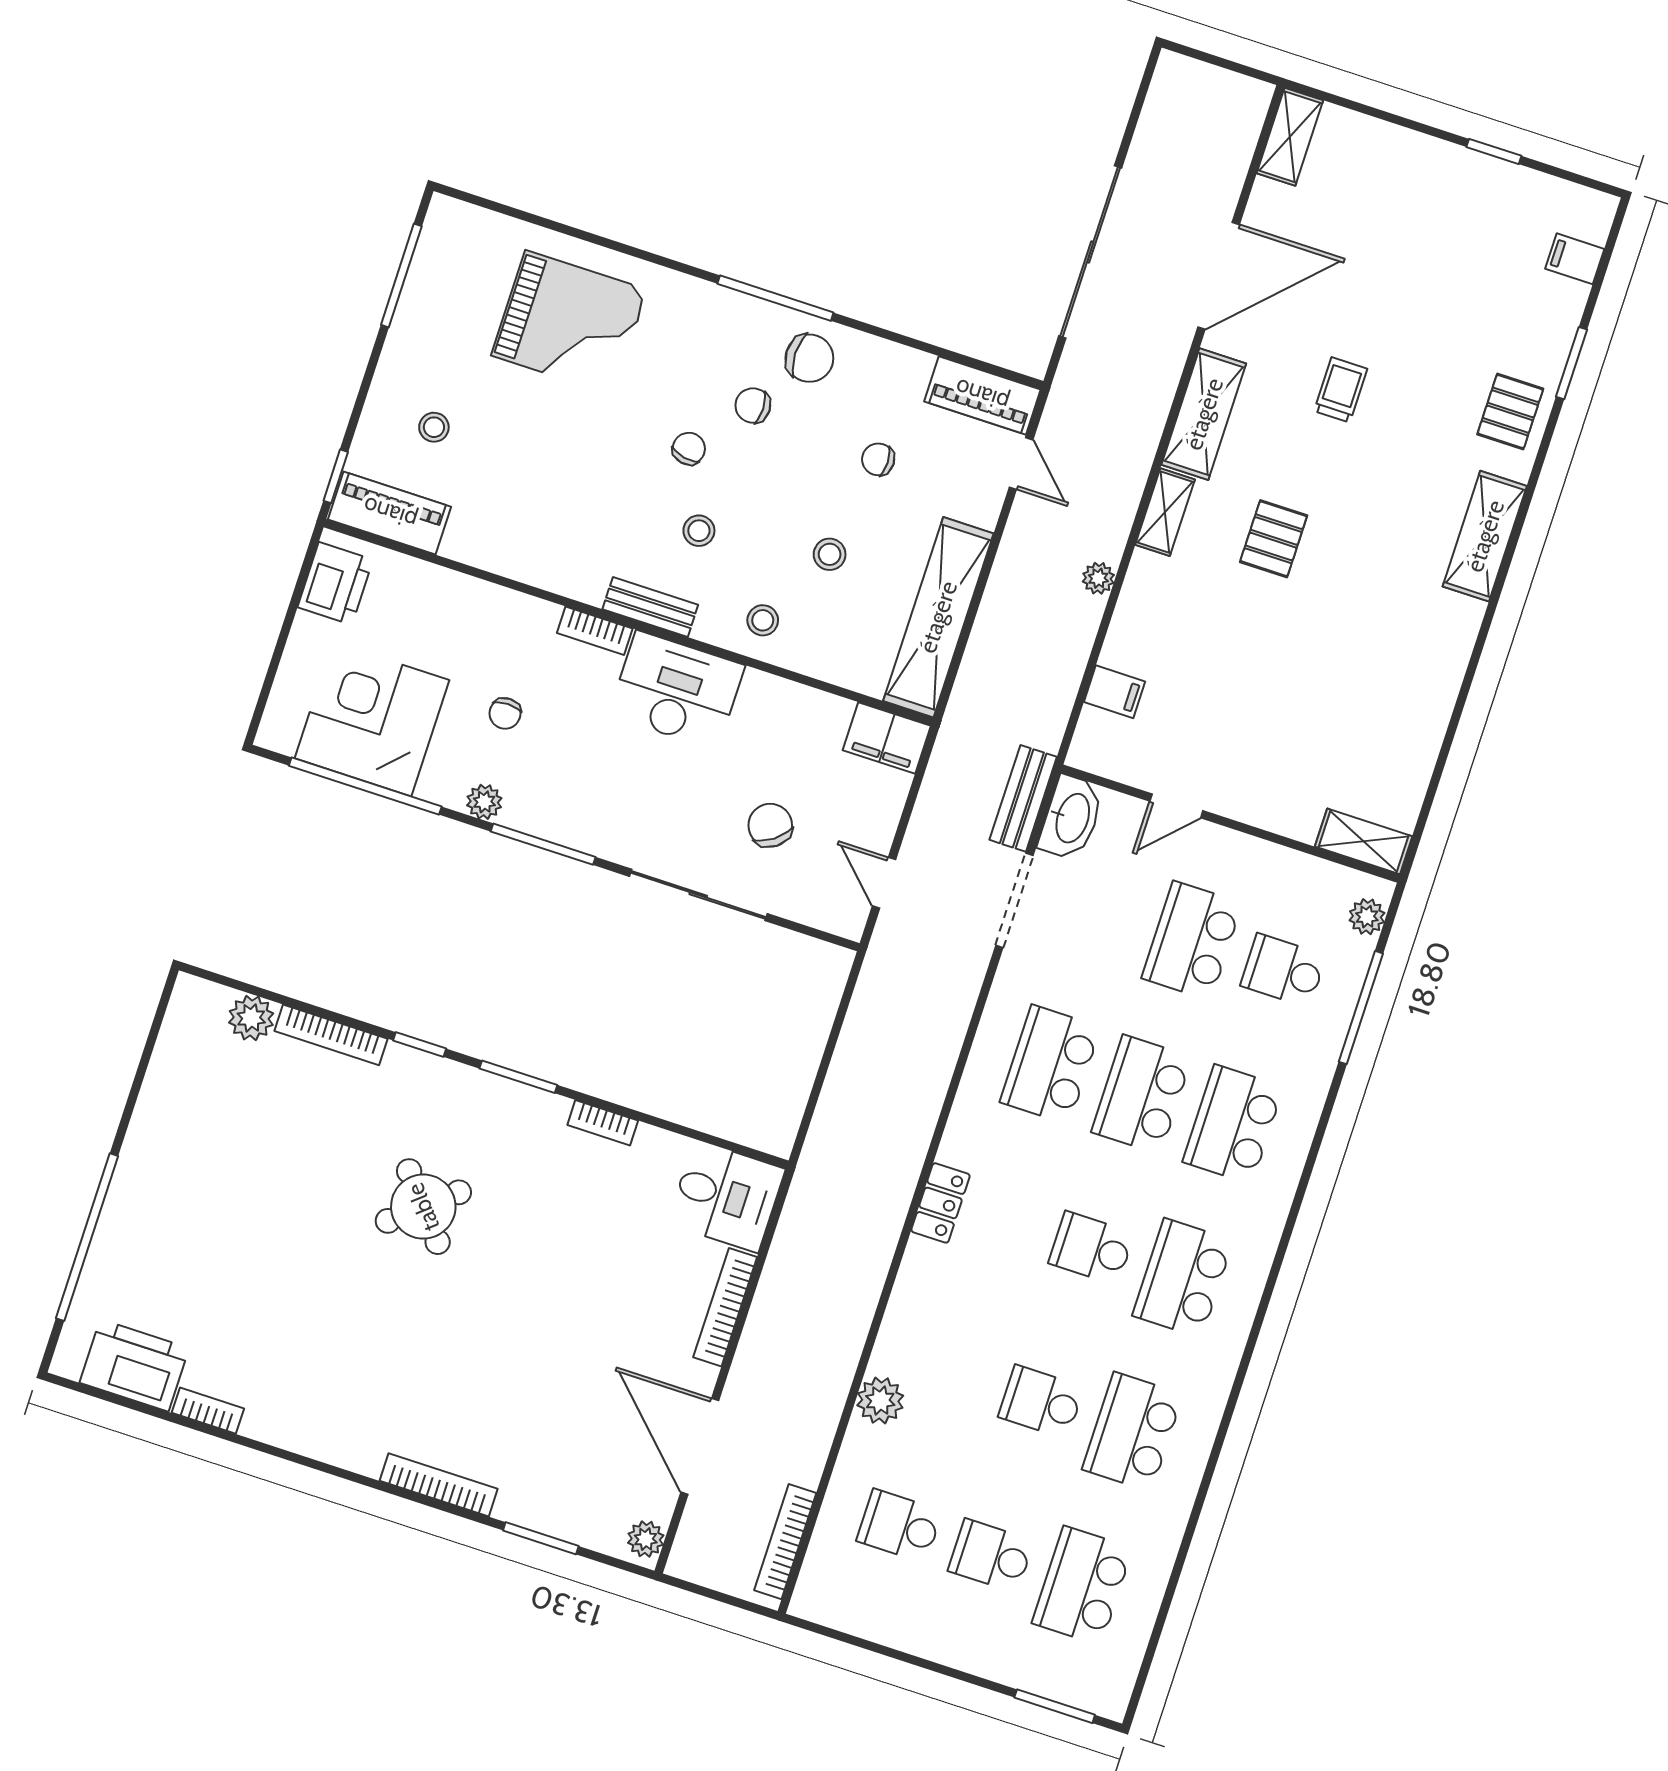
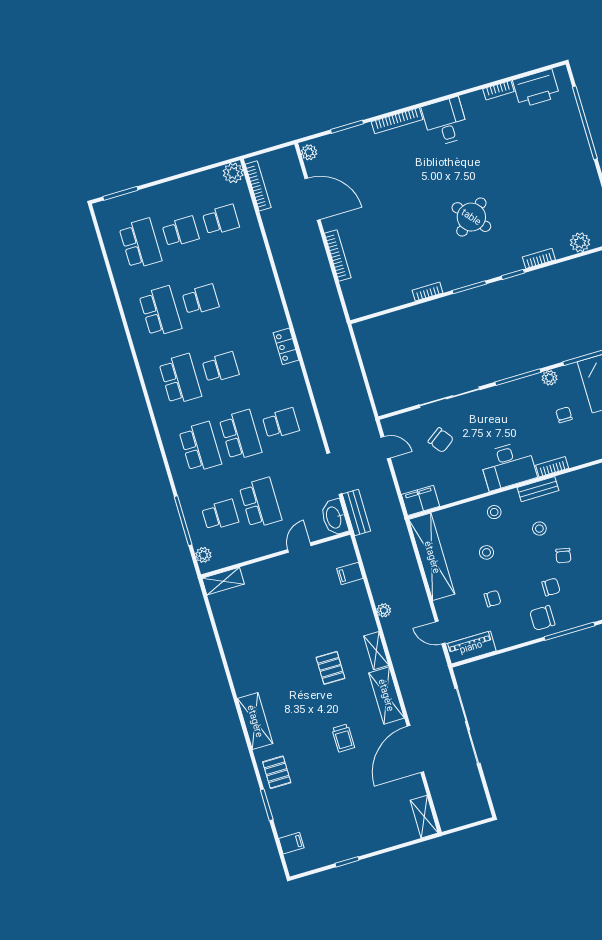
bookcase: (331, 1035) -> (539, 258), width x0.64
school desk: (1050, 1065) -> (281, 423), width x0.54
desk: (726, 1196) -> (445, 122), moved, turned 90
plant: (880, 1401) -> (233, 173), moved

